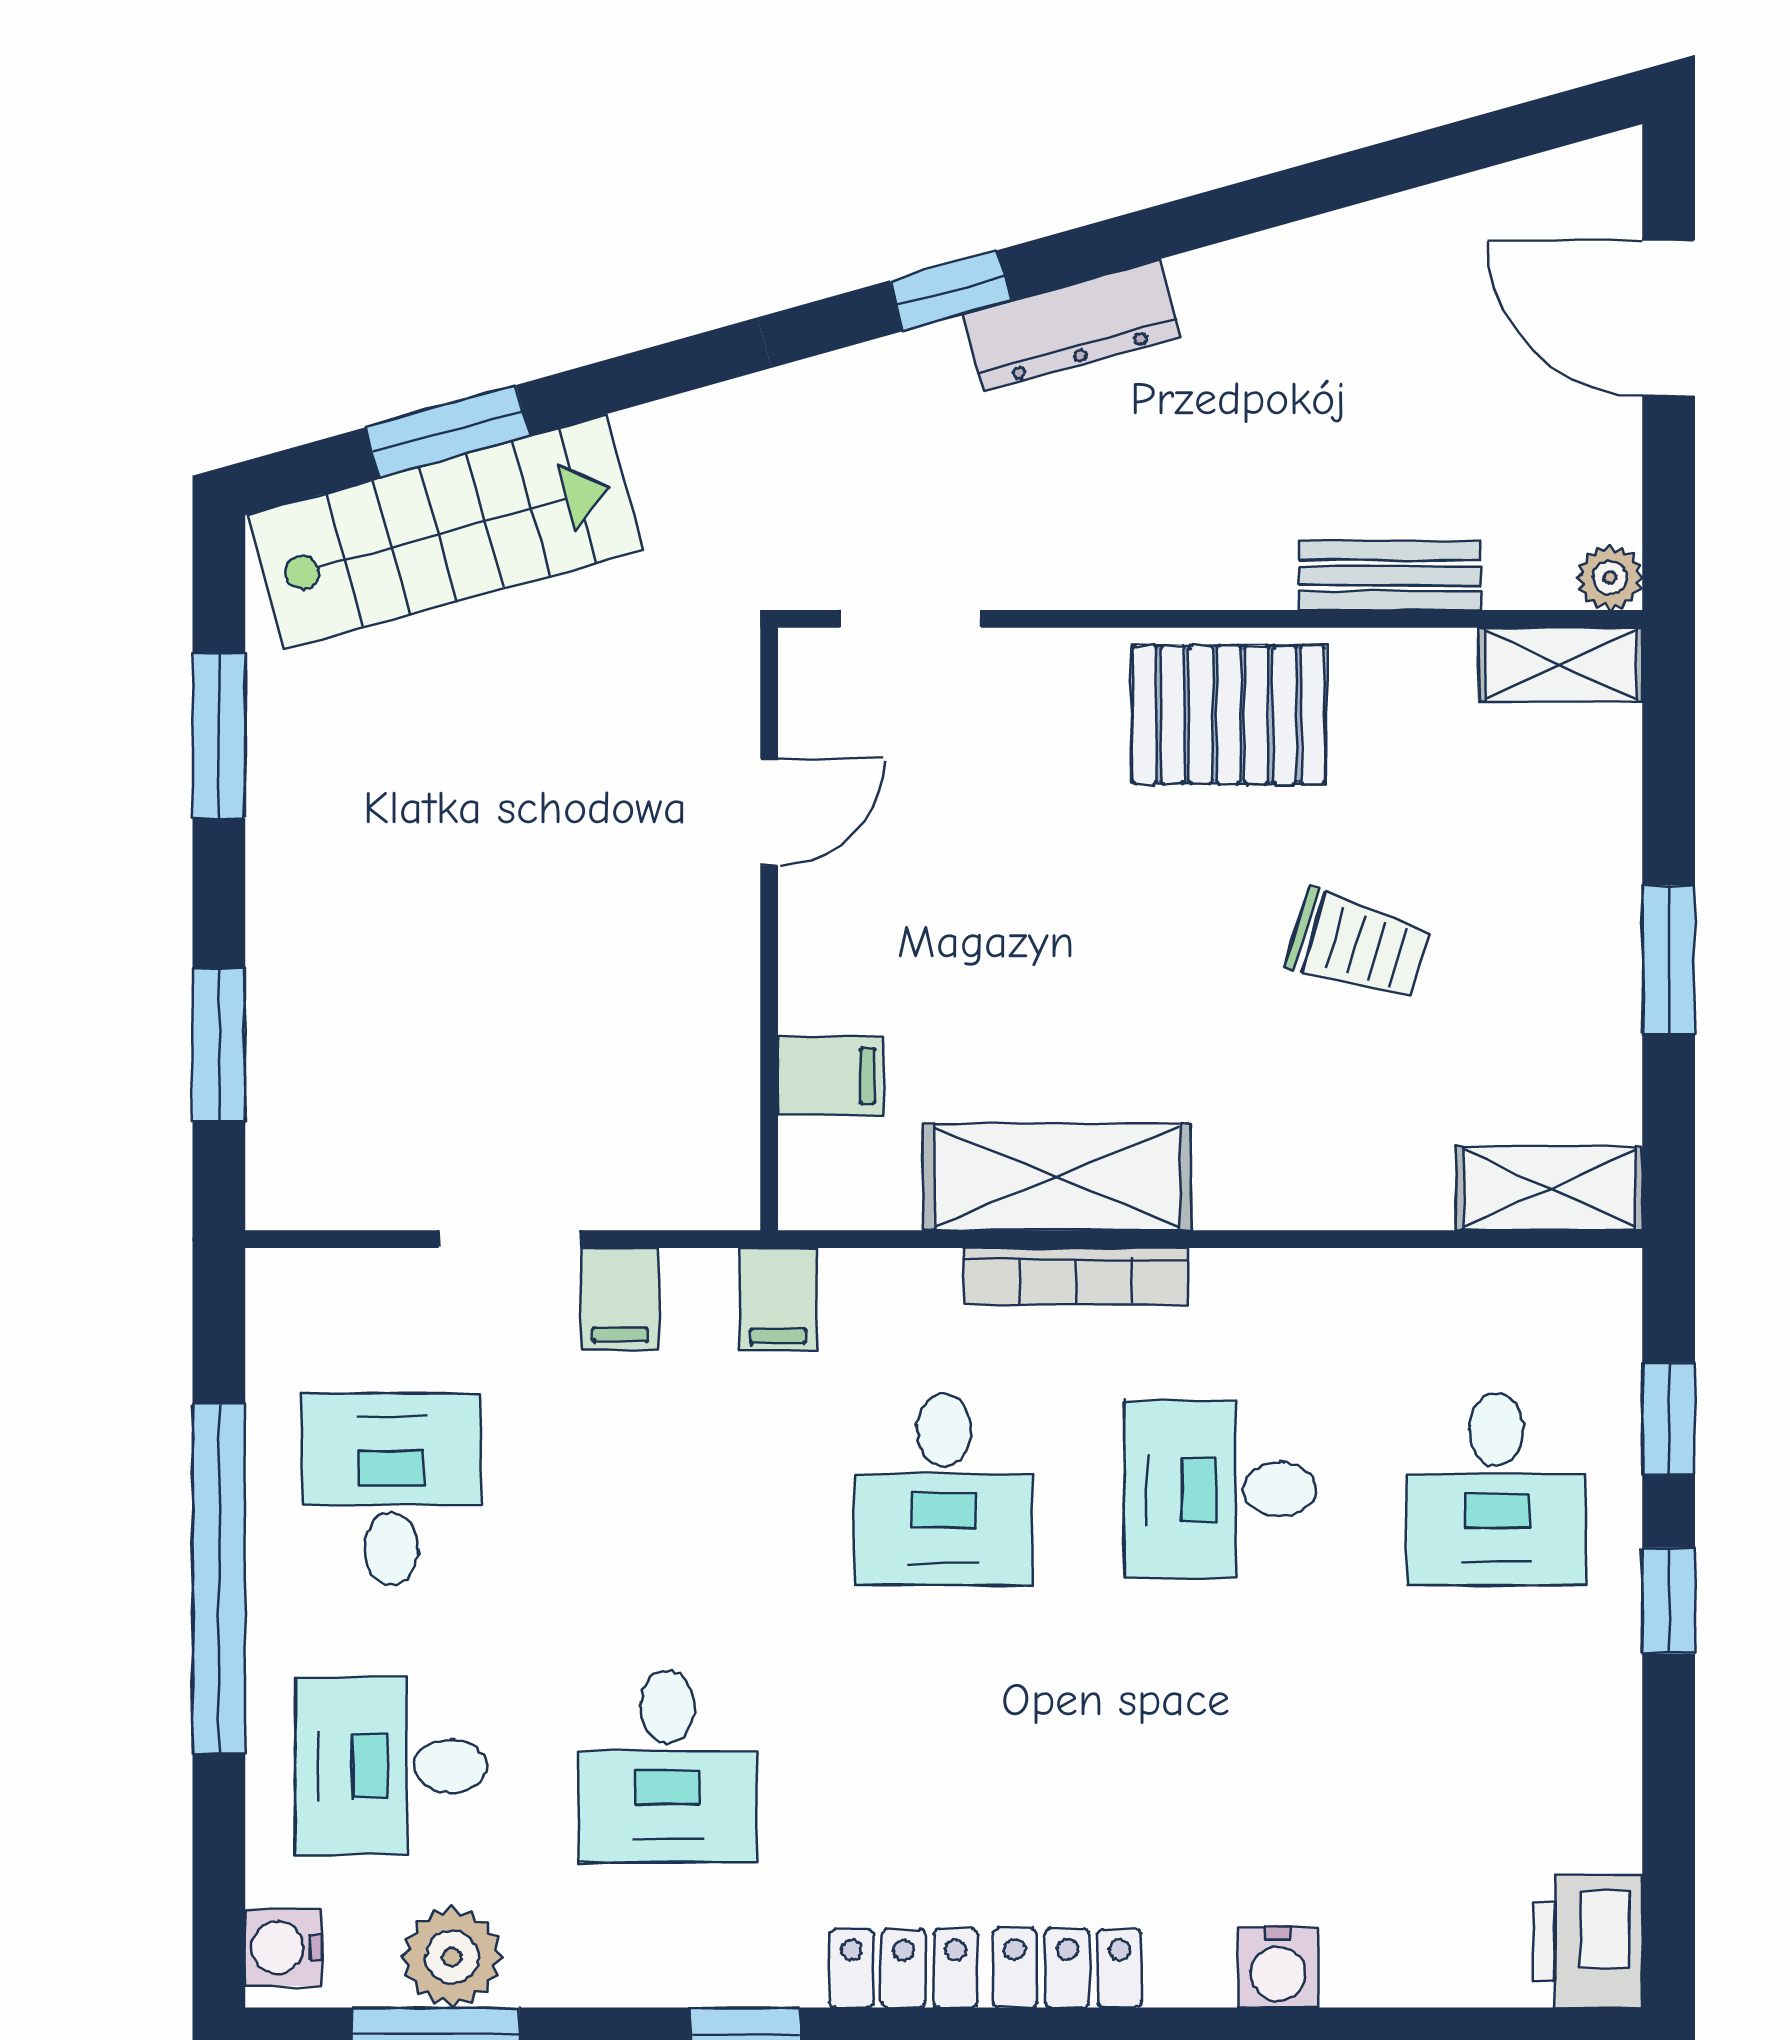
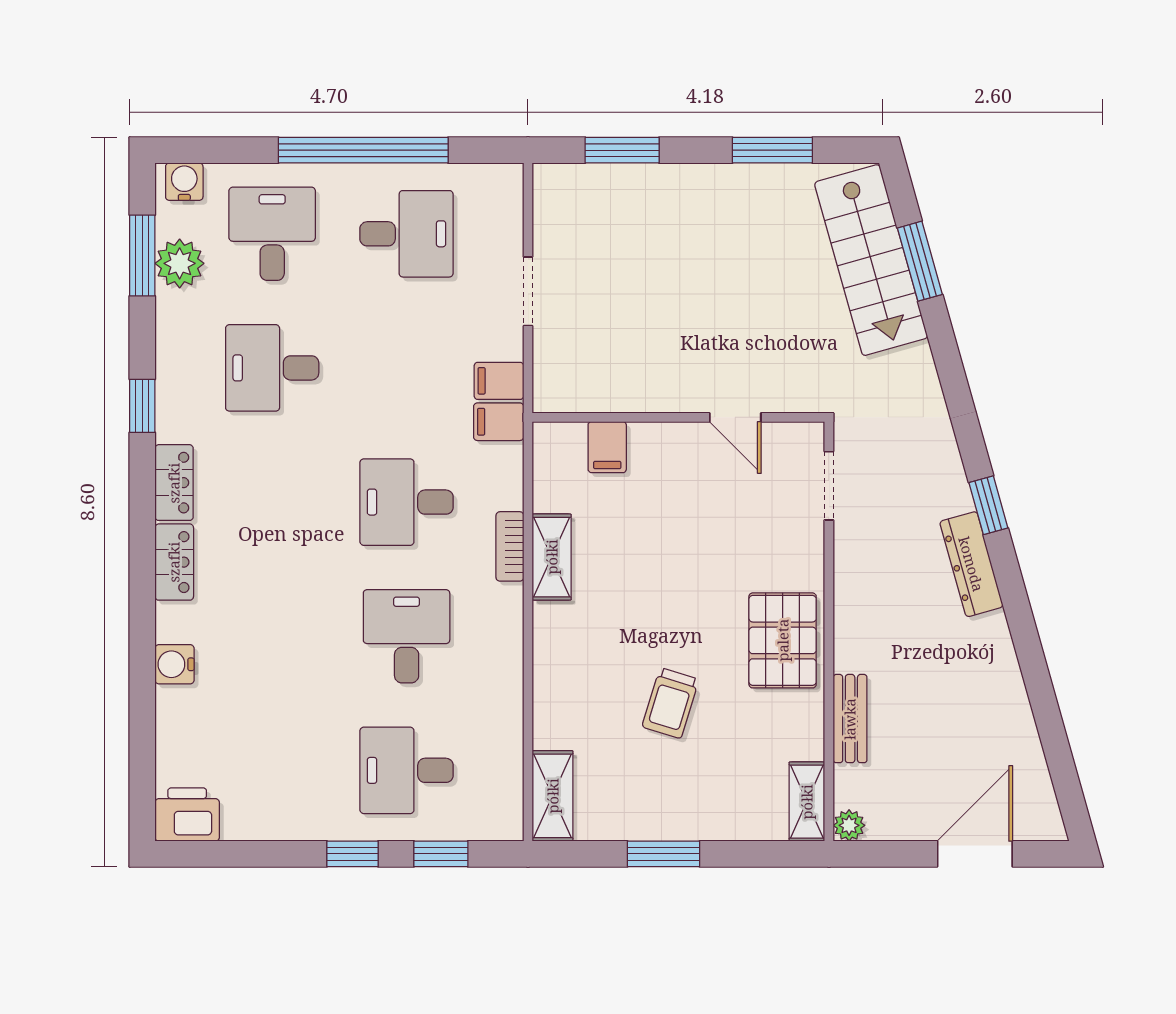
shelving: (1057, 1177) -> (552, 557), width x0.67, depth x0.75
bookcase: (1075, 1276) -> (510, 546), width x0.64
filing cabinet: (620, 1299) -> (499, 381), moved

